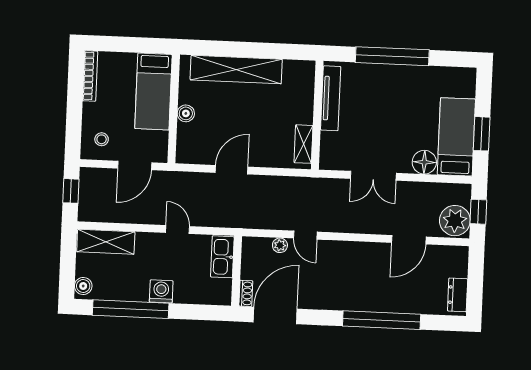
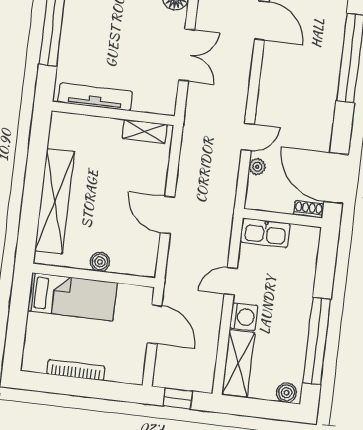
bookcase: (90, 76) -> (76, 370), moved
stool: (102, 139) -> (122, 359), removed
washing machine: (161, 291) -> (244, 317), moved, turned 180

